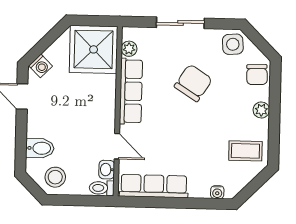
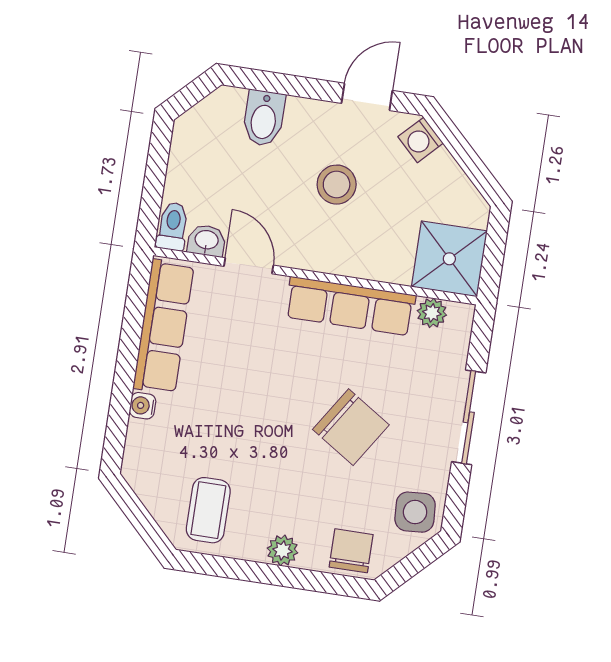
shower: (94, 49) -> (449, 259), width x0.73, depth x0.73
chair: (257, 75) -> (351, 551), turned 92
door: (117, 146) -> (249, 266), swing flipped
stool: (55, 177) -> (337, 185), moved
water cooler: (217, 192) -> (143, 406), moved

